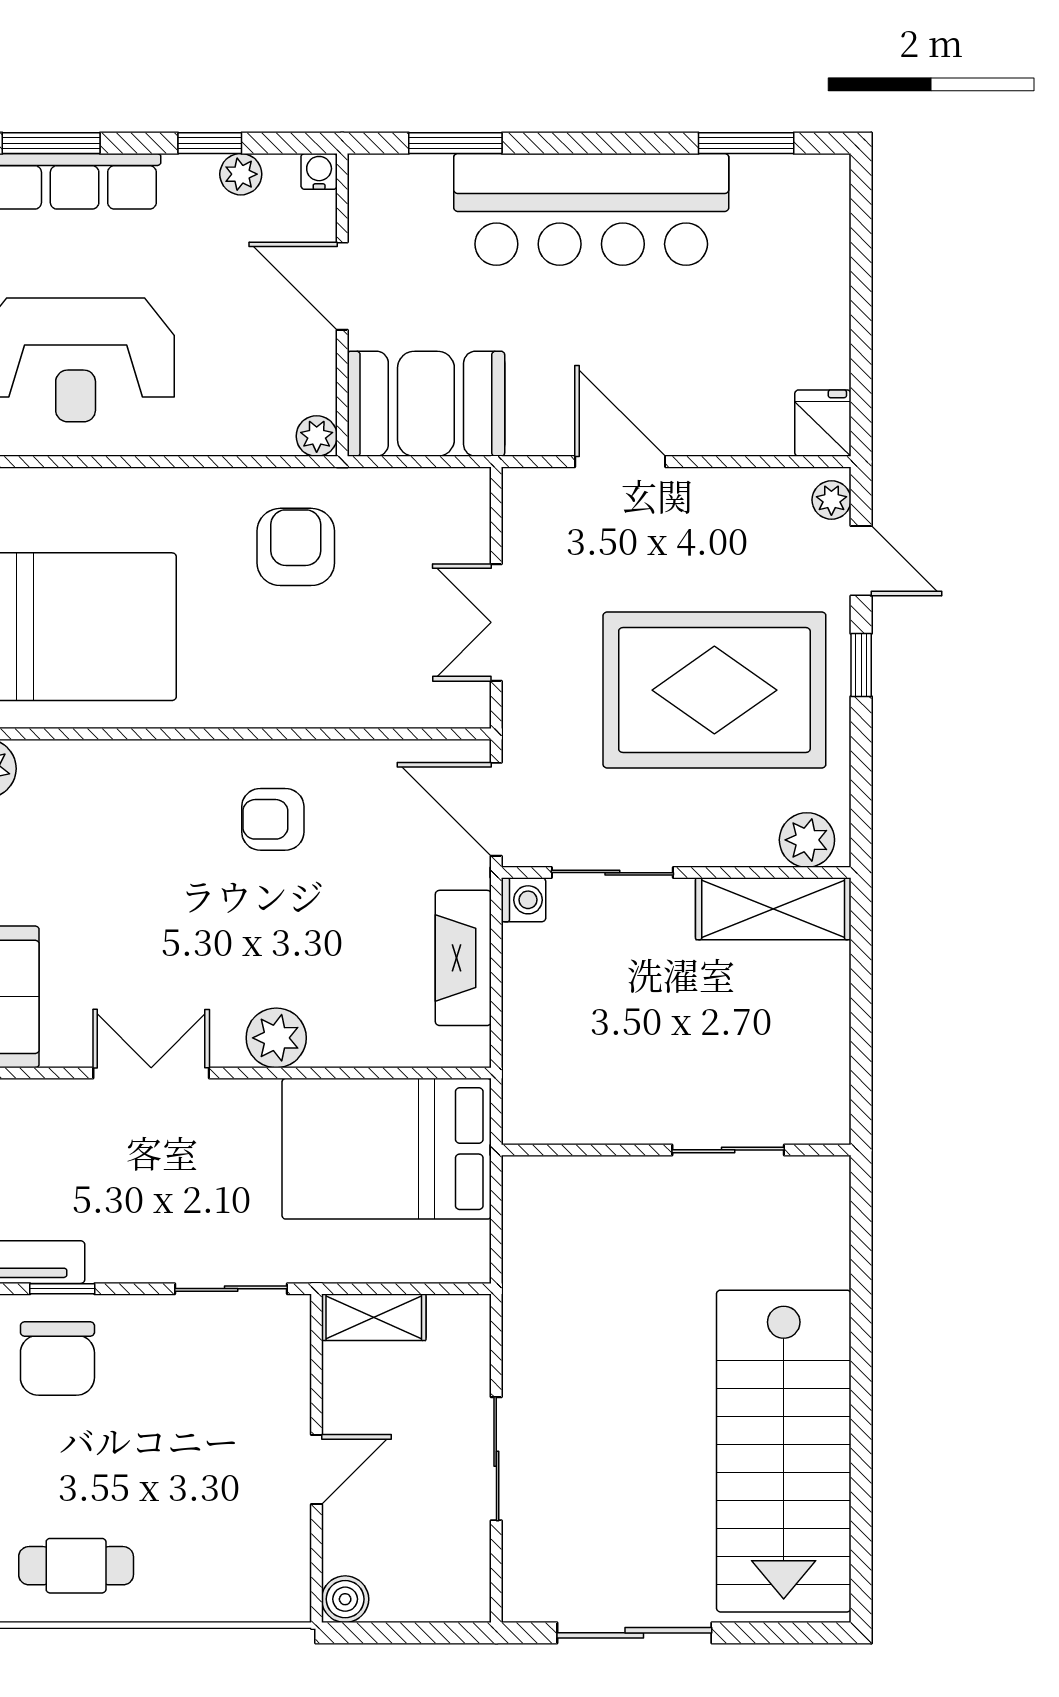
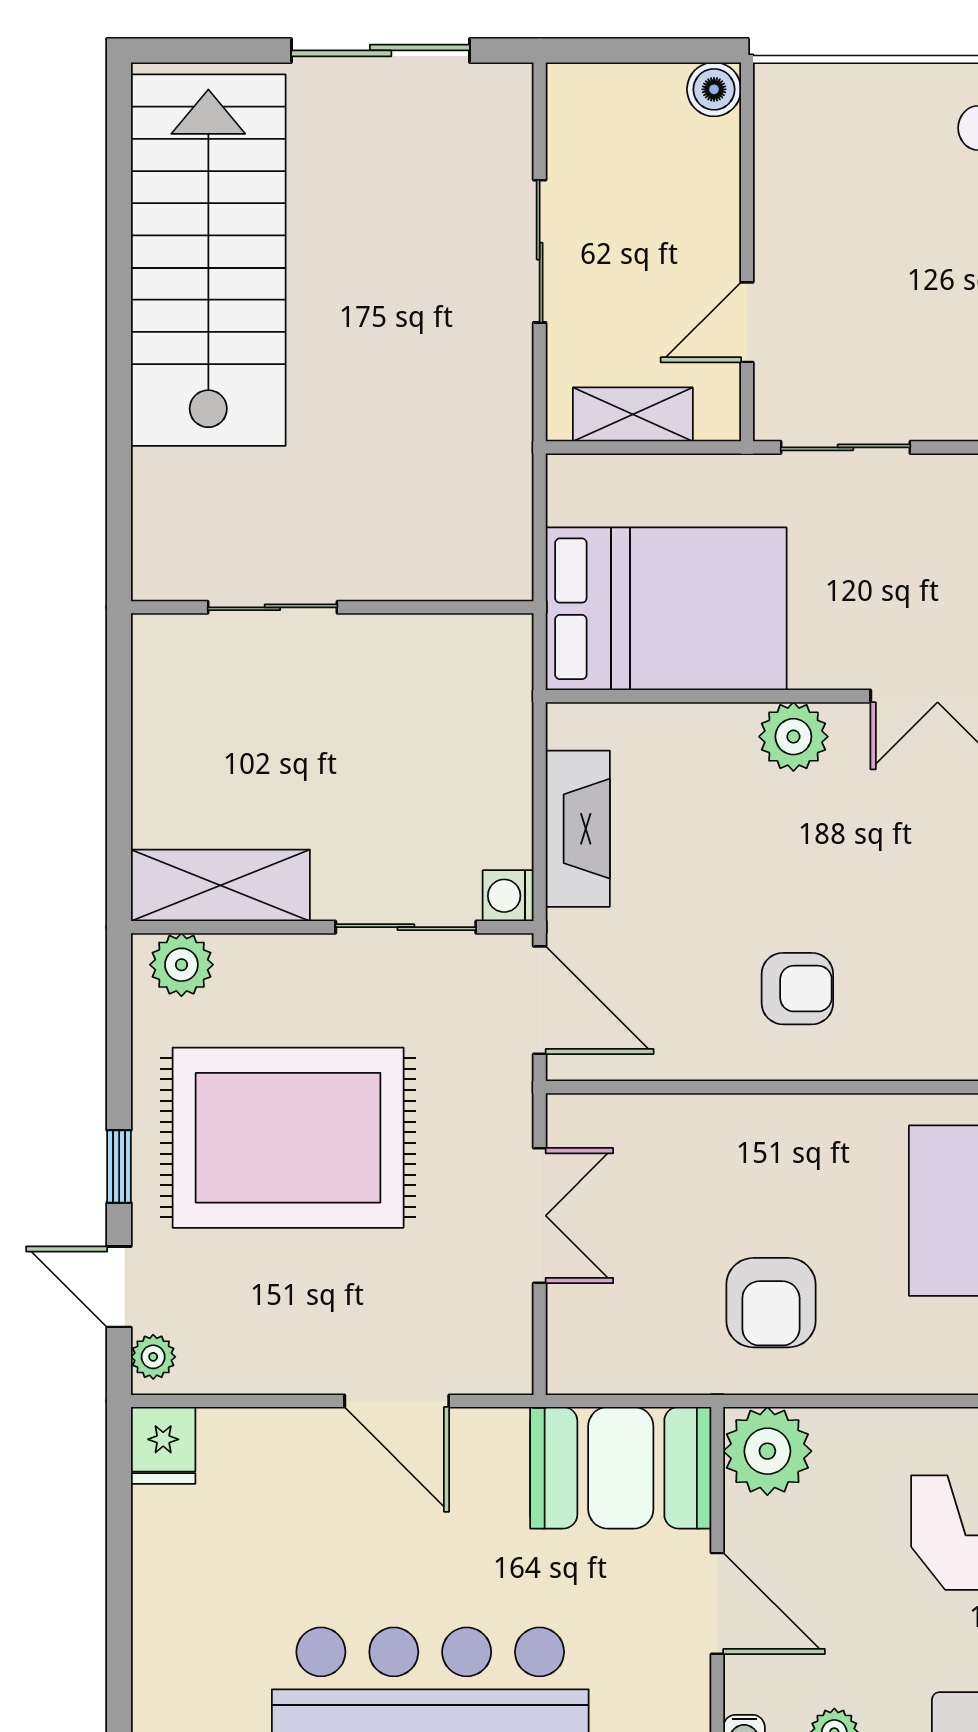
plant: (317, 436) -> (767, 1451), width x1.88, depth x1.88
shelving: (374, 1317) -> (633, 414), moved
door: (317, 1469) -> (747, 322), moved

